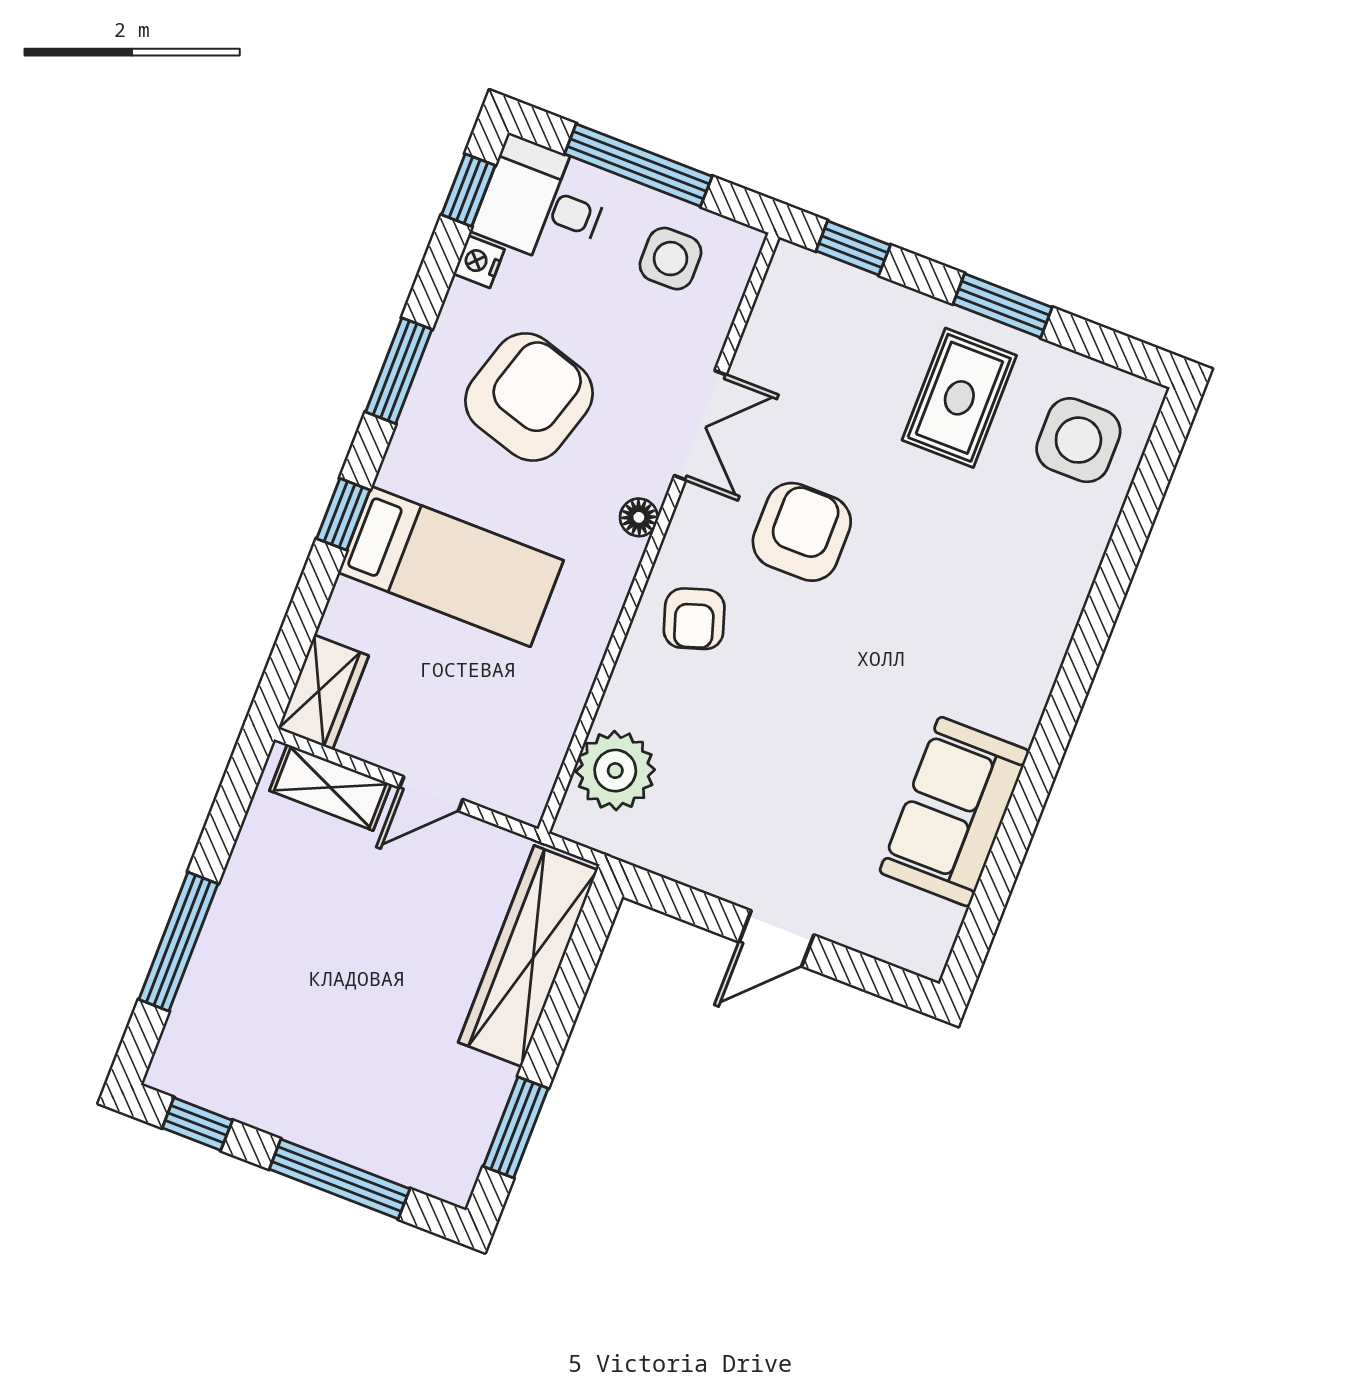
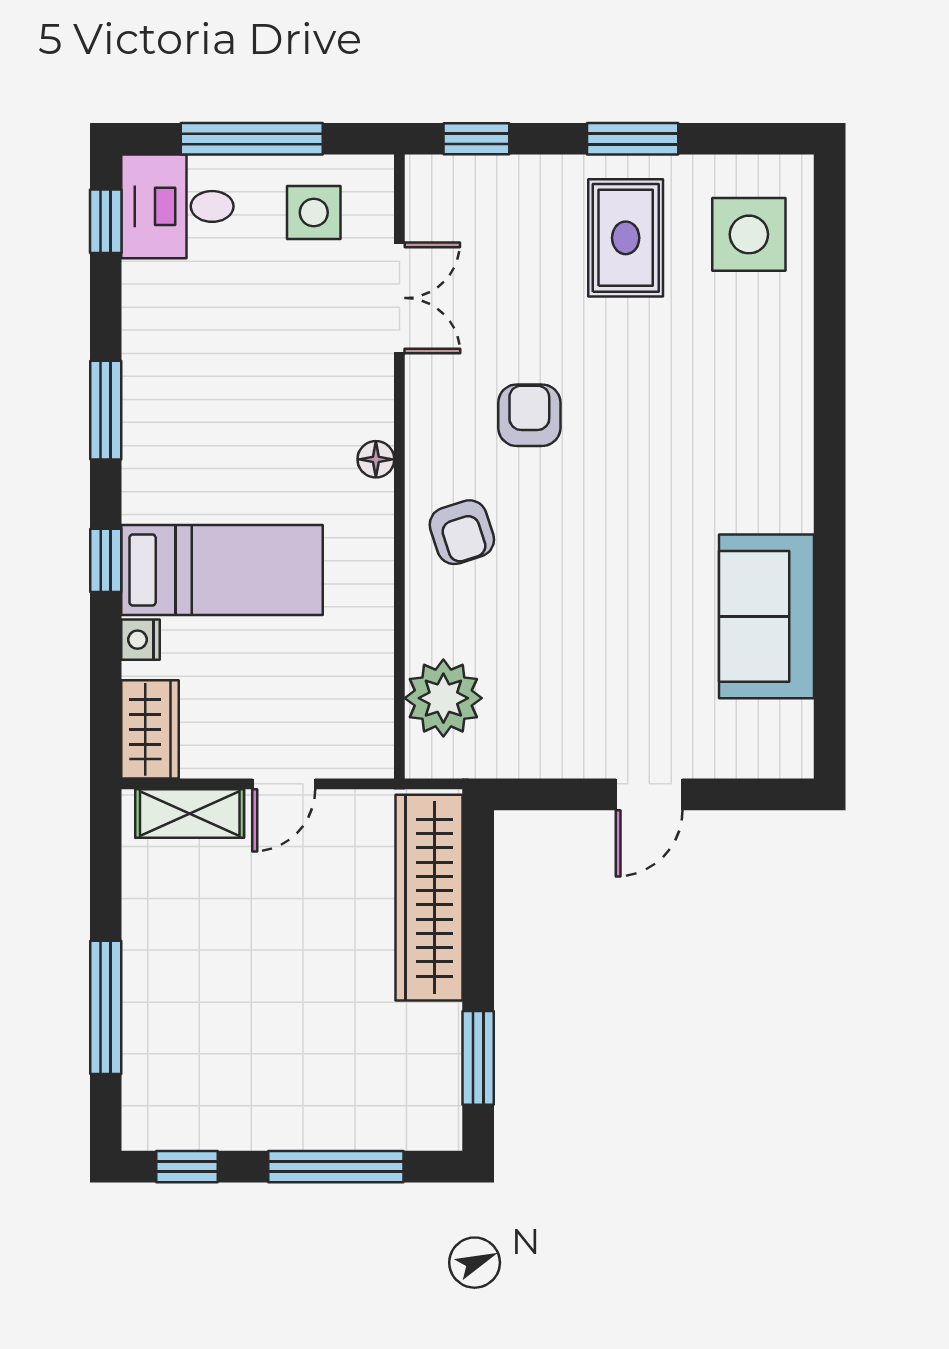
nightstand: (479, 262) -> (141, 640), moved
armchair: (529, 397) -> (234, 388), removed
double door: (700, 425) -> (399, 298), moved
armchair: (802, 532) -> (529, 415), width x0.72, depth x0.72

